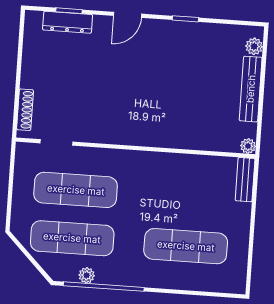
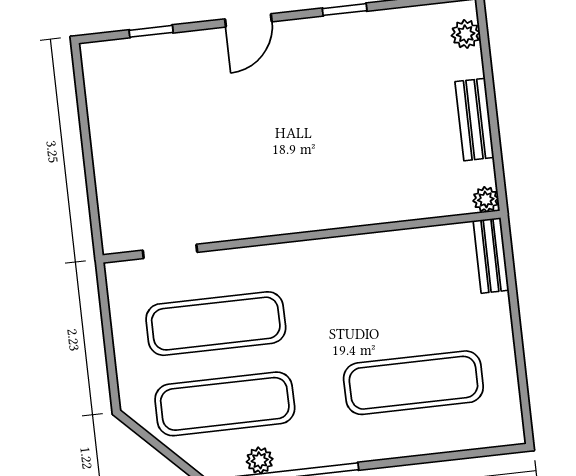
dresser: (68, 22) -> (152, 51), removed
bench: (251, 89) -> (474, 120), width x0.73
shoe rack: (25, 110) -> (109, 207), removed

